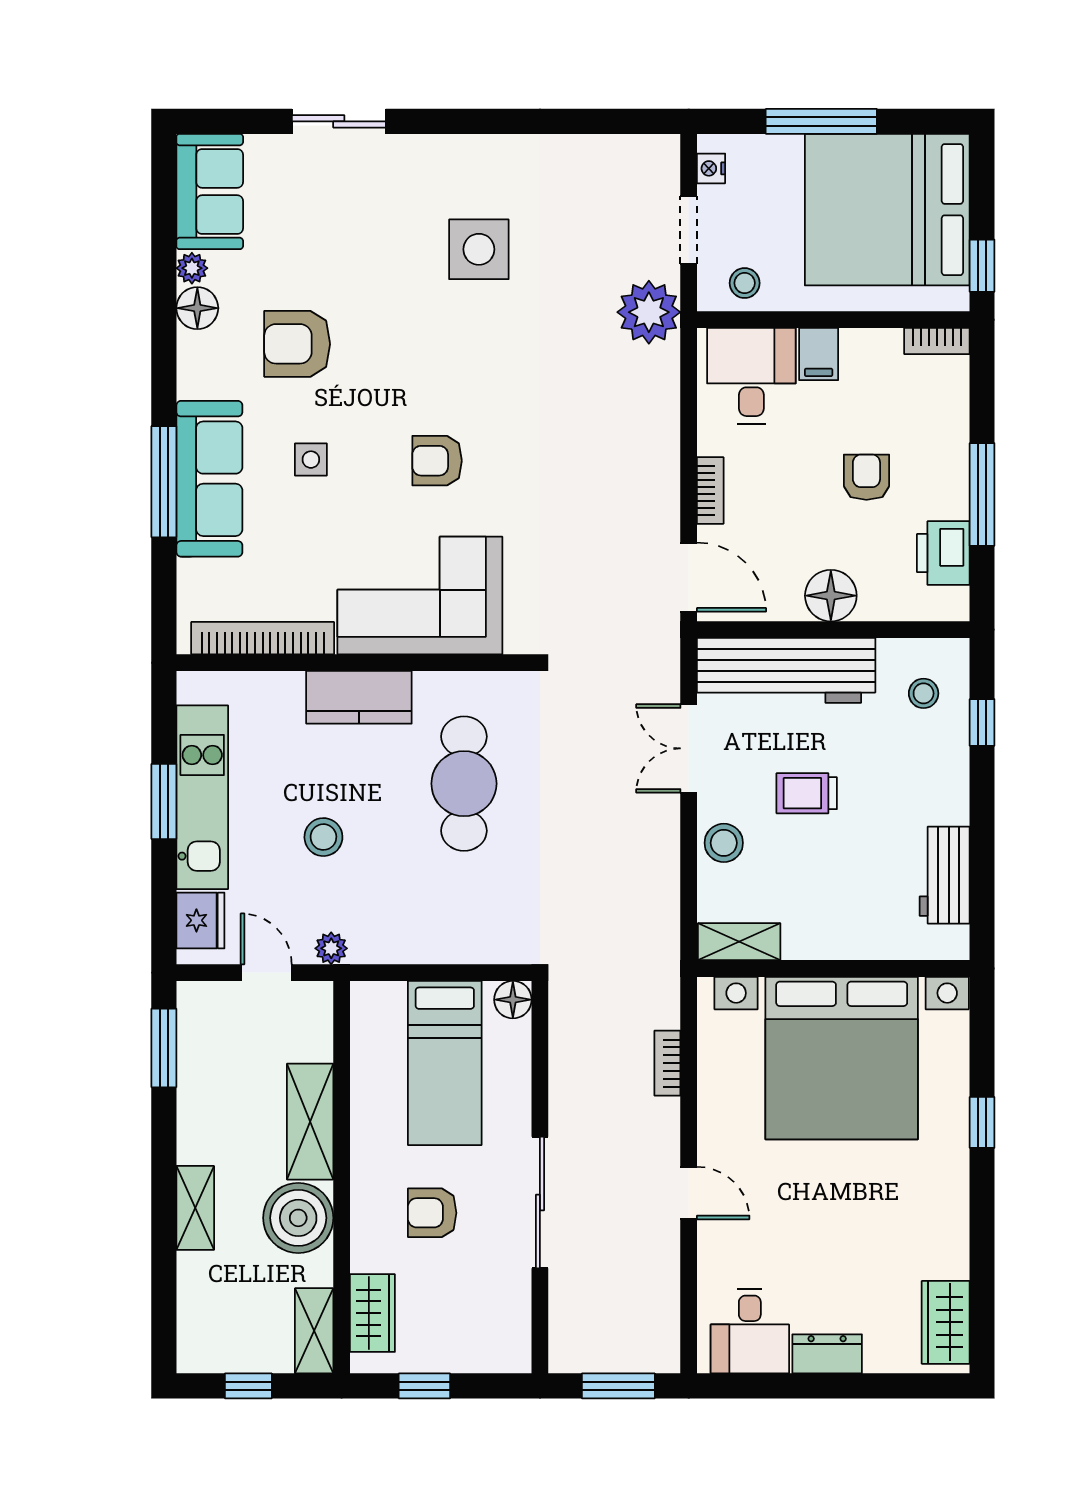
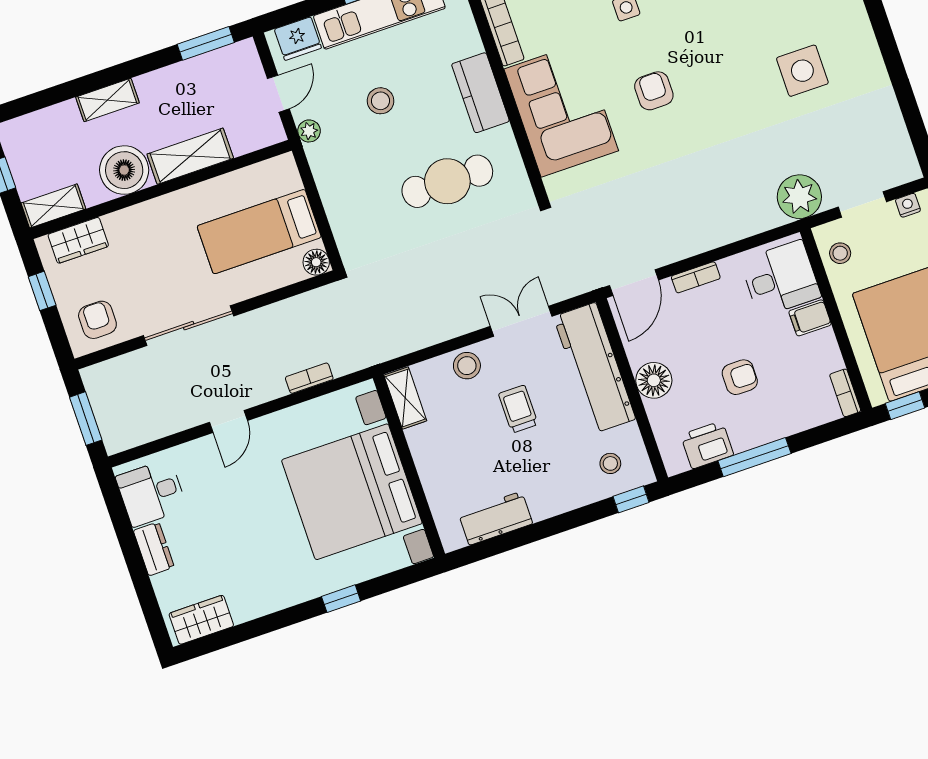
window: (982, 722) -> (631, 499), moved
armchair: (432, 1213) -> (97, 320), moved

